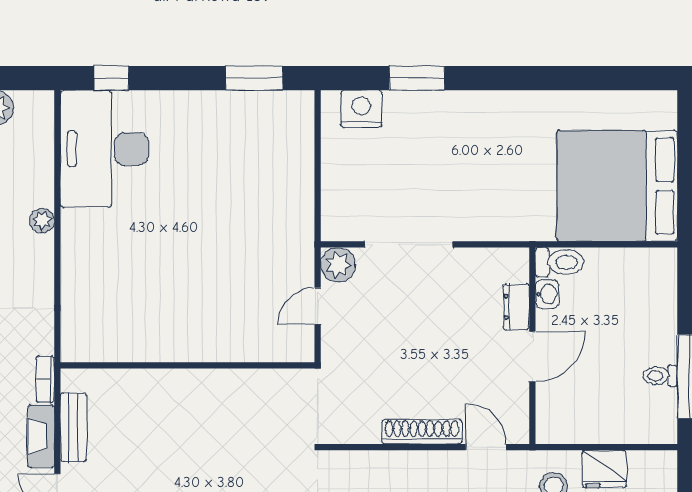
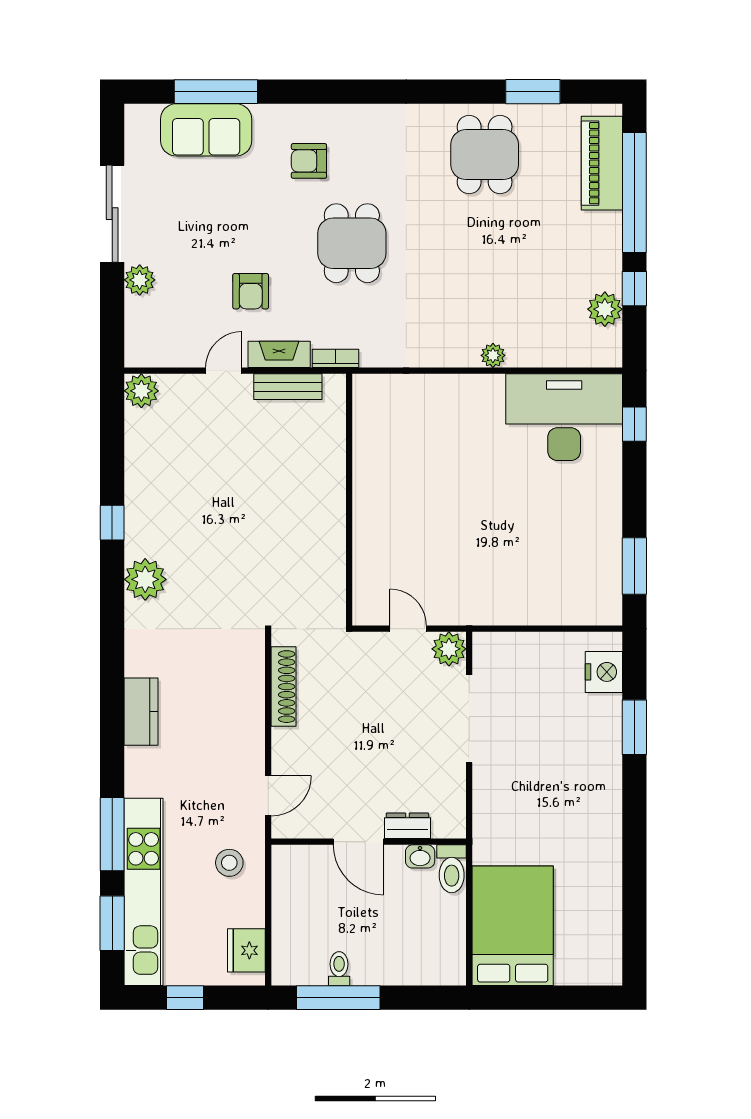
bed: (617, 186) -> (513, 926), width x0.73
shoe rack: (422, 432) -> (284, 687), moved
fridge: (604, 469) -> (246, 950), moved

